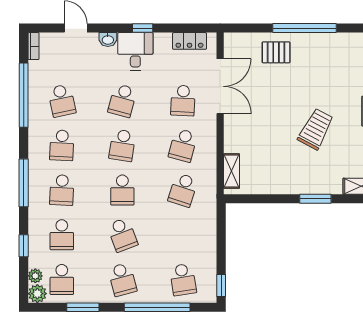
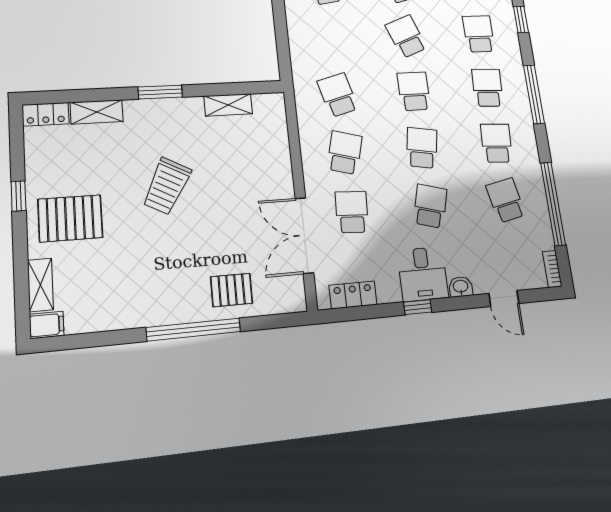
shelving: (232, 171) -> (228, 105), moved, turned 90
school desk: (183, 190) -> (338, 95), turned -33

